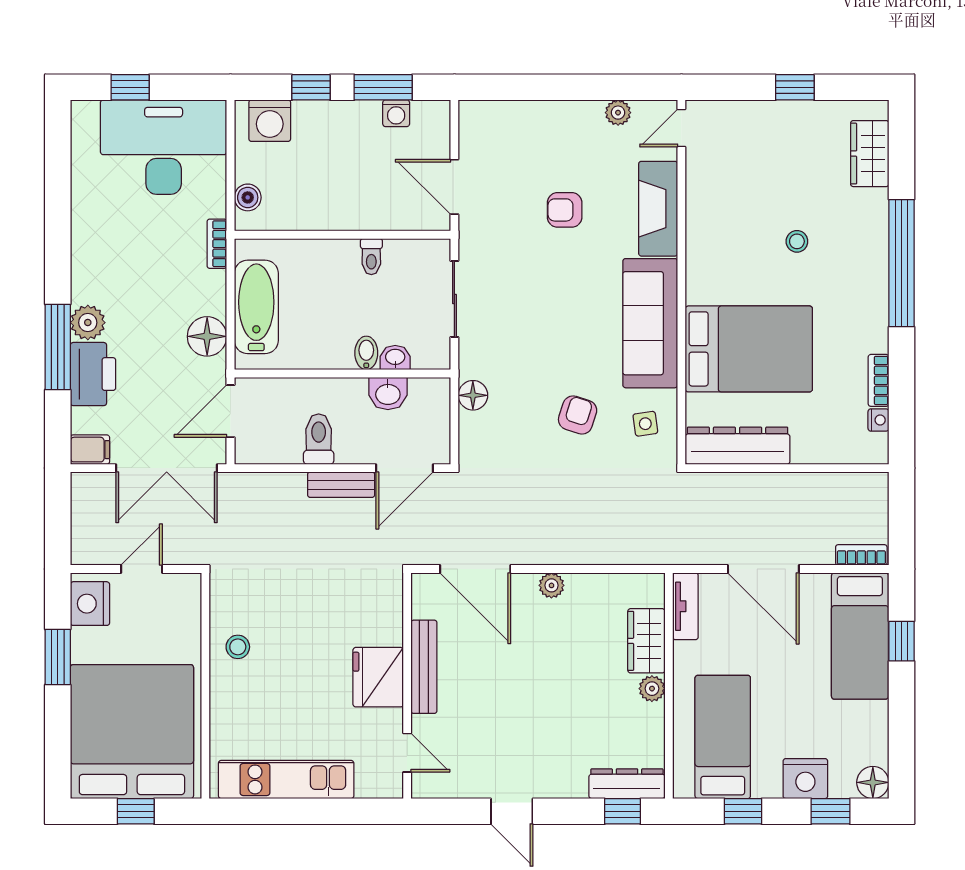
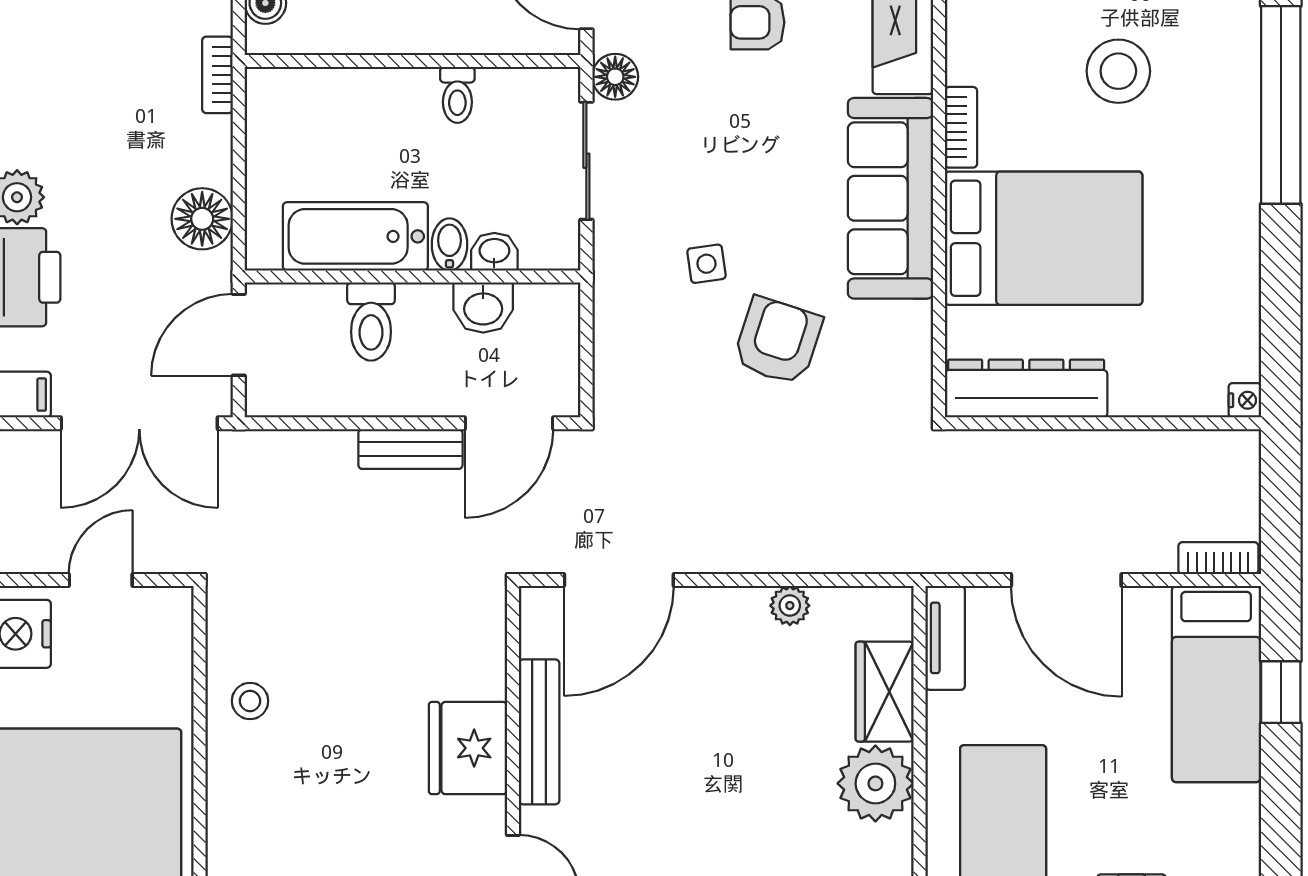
stool: (797, 241) -> (1118, 71), width x1.89, depth x1.89
bathtub: (256, 307) -> (355, 236), moved, turned -90
bookcase: (879, 380) -> (961, 127), moved, turned 180
floor lamp: (473, 395) -> (615, 77), moved
armchair: (578, 415) -> (778, 341), width x1.38, depth x1.38
nightstand: (878, 420) -> (1245, 400), moved
side table: (645, 424) -> (706, 264), moved
toilet: (319, 439) -> (371, 321), moved, turned 180
door: (475, 569) -> (619, 580), hinge flipped
plant: (551, 585) -> (790, 606), moved
plant: (652, 689) -> (875, 783), width x1.88, depth x1.88

